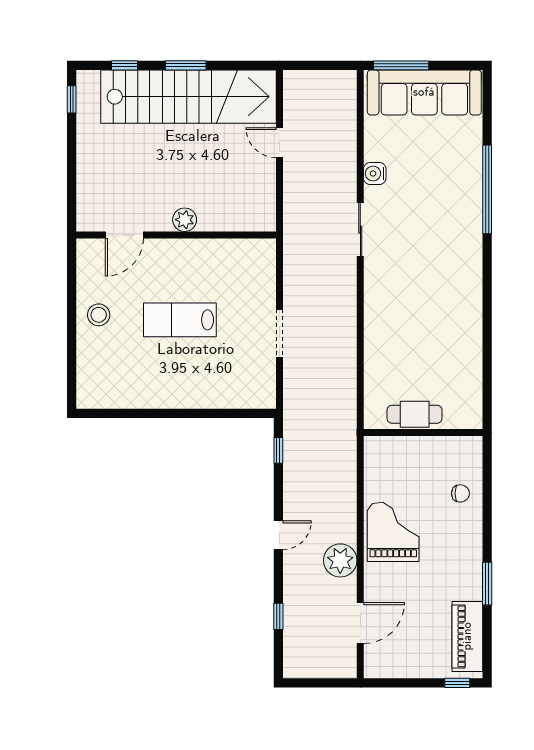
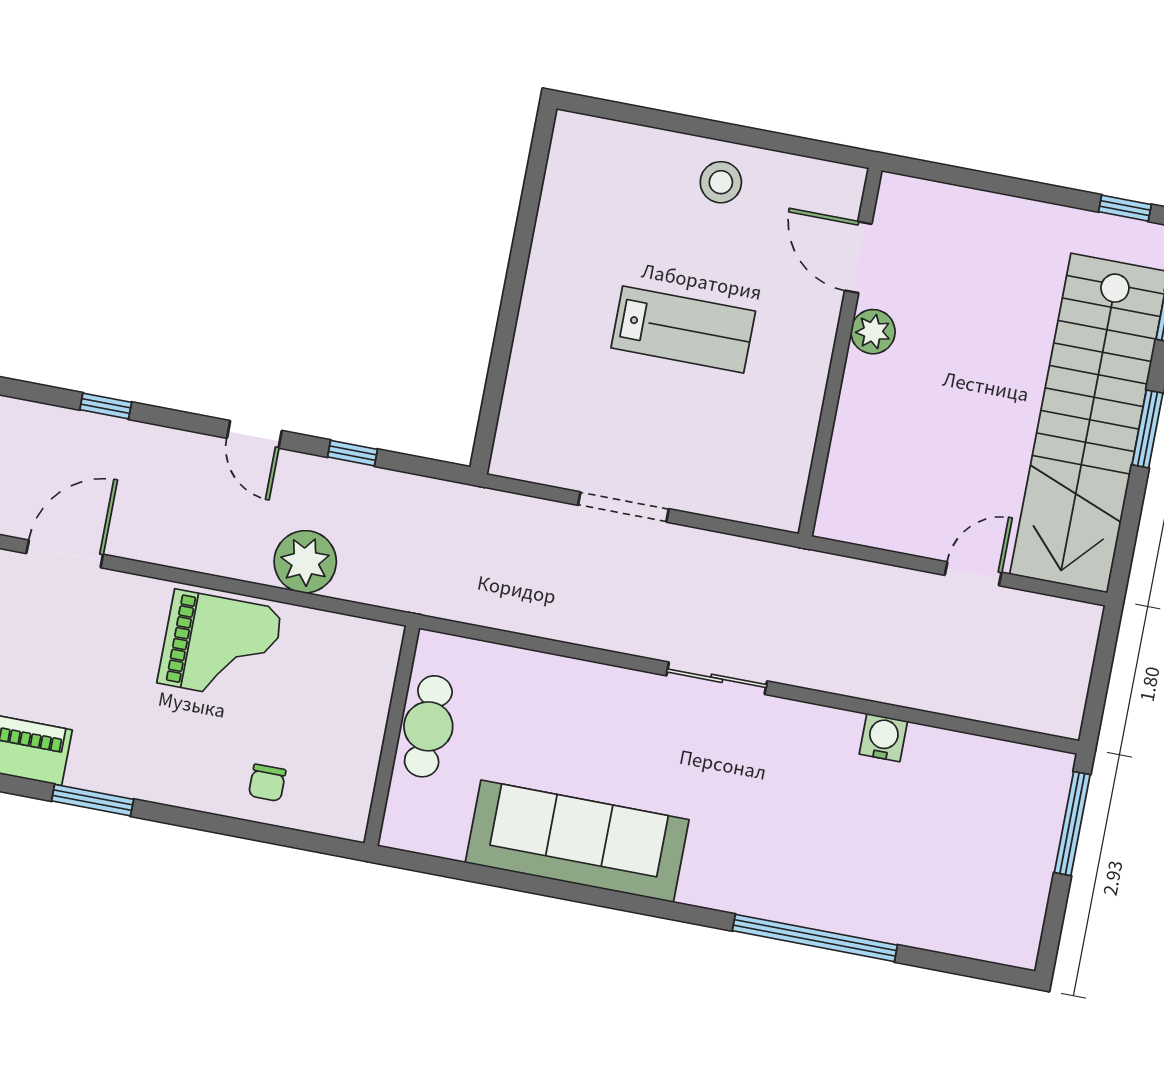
sofa: (424, 92) -> (577, 841), moved, turned 90
plant: (185, 220) -> (873, 332), moved
sliding door: (360, 230) -> (717, 678), moved
lab bench: (180, 320) -> (683, 330), turned 90
window: (278, 450) -> (353, 453), moved
plant: (340, 560) -> (305, 562), moved
door: (360, 623) -> (65, 554), swing flipped

